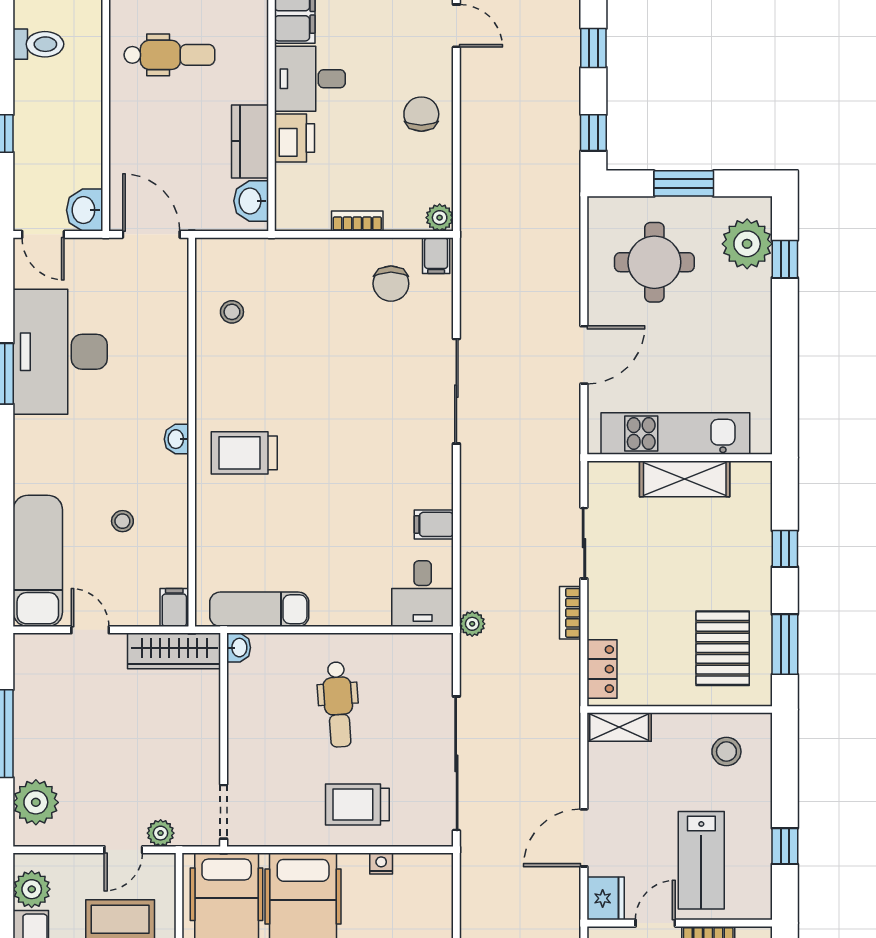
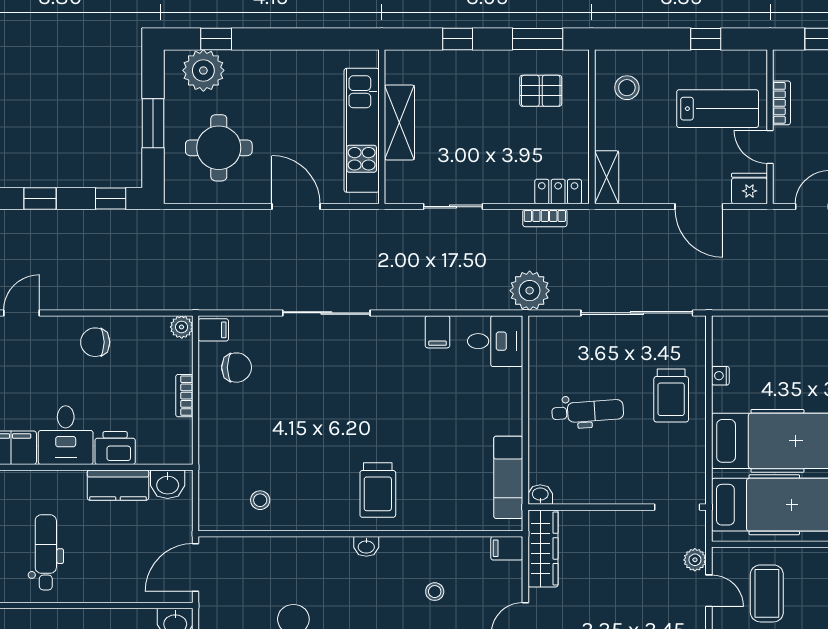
bookcase: (570, 613) -> (545, 218), moved
plant: (472, 624) -> (530, 291), width x1.88, depth x1.88
pallet: (723, 648) -> (541, 91), width x0.67, depth x0.71

